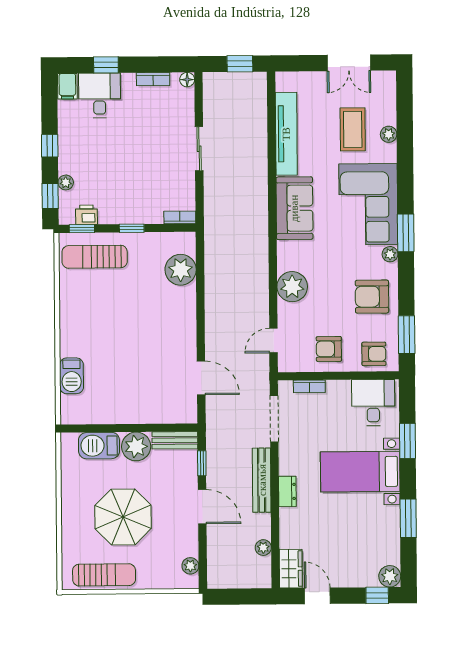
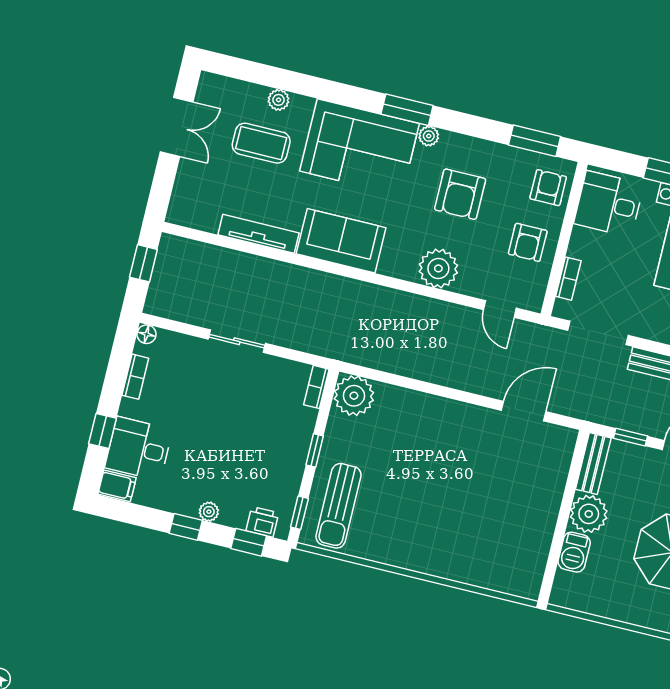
tv unit: (286, 134) -> (259, 234), width x0.73, depth x0.78
plant: (66, 182) -> (209, 512), moved
printer: (87, 215) -> (262, 522), moved, turned 90
plant: (181, 270) -> (354, 396), moved
armchair: (372, 297) -> (460, 194), moved
barbecue: (72, 376) -> (480, 572), removed
barbecue: (99, 446) -> (574, 552), width x0.73, depth x0.79

